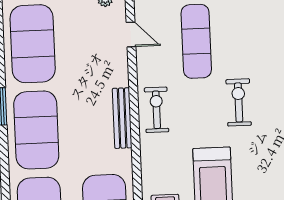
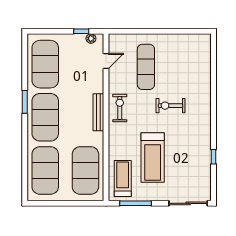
door: (131, 34) -> (106, 61), hinge flipped
exercise bike: (239, 102) -> (170, 106), turned -90

